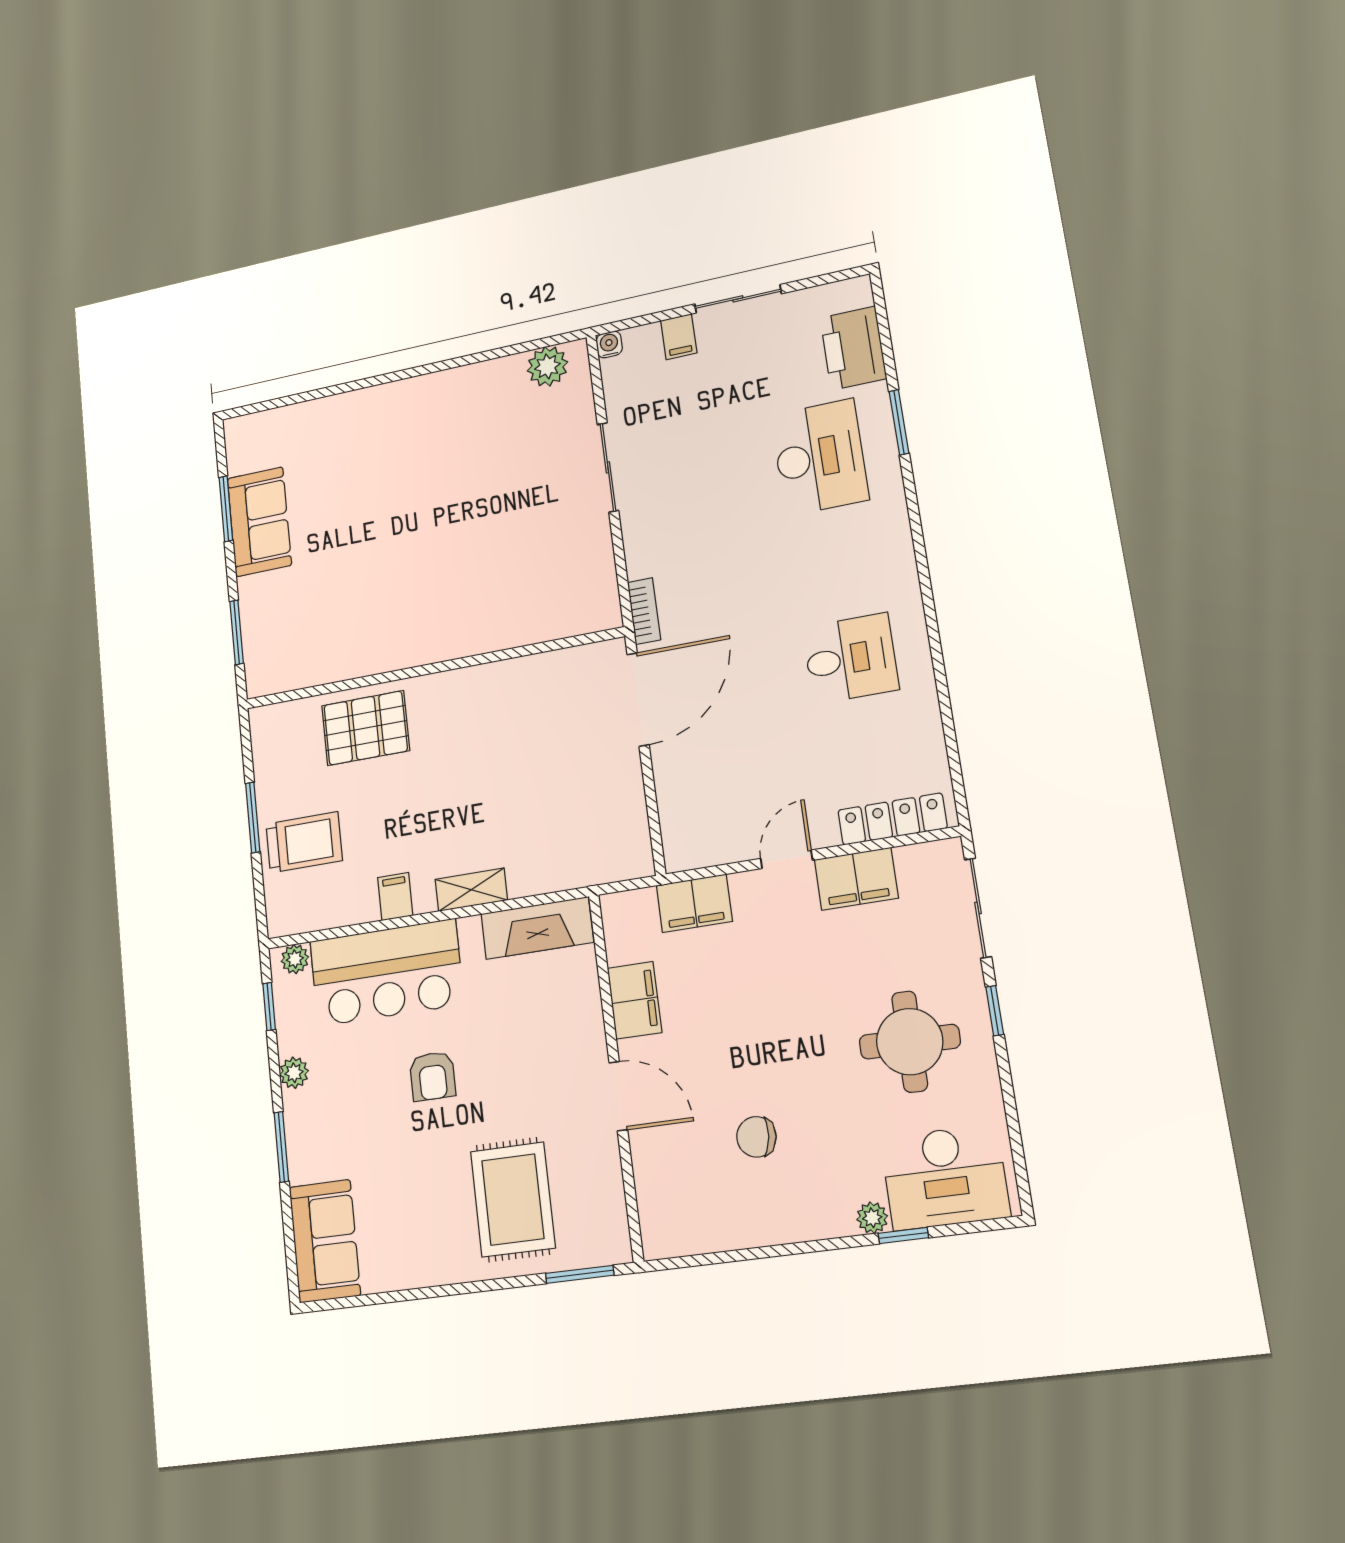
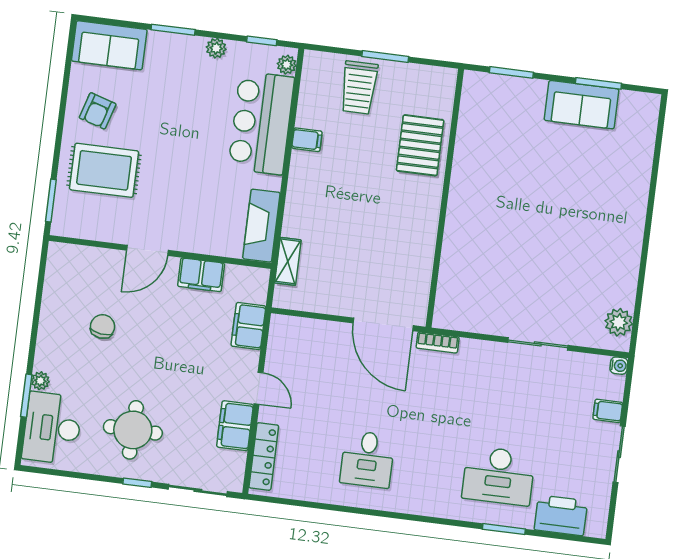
shelving: (471, 890) -> (288, 261), moved
armchair: (433, 1076) -> (98, 111), moved, turned -73
window: (903, 1235) -> (26, 396), width x1.50

